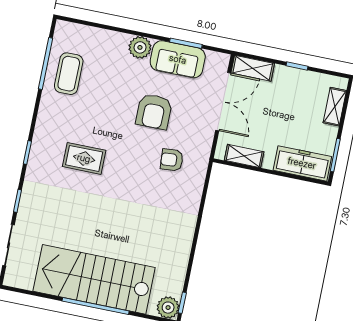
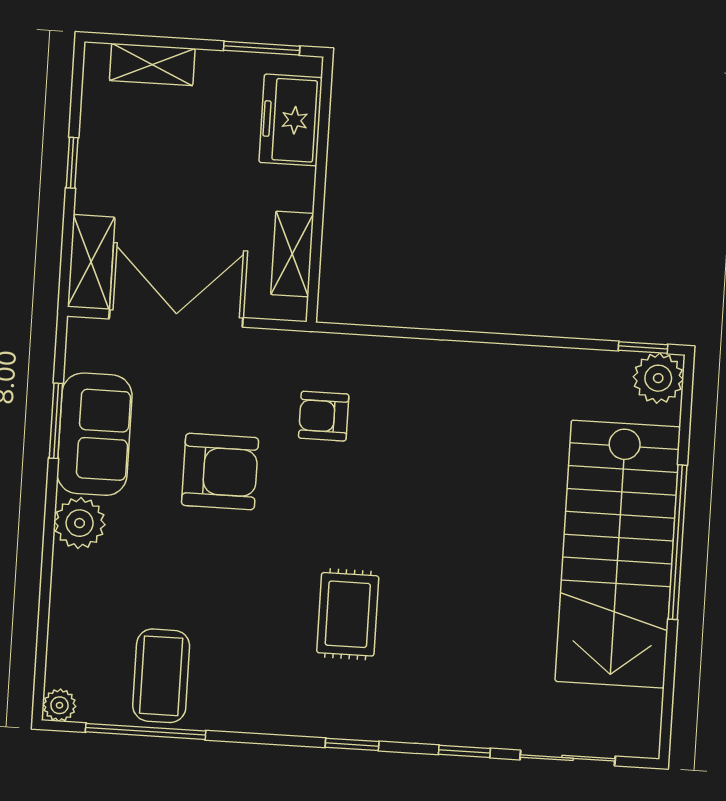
plant: (62, 28) -> (60, 705), added
coffee table: (69, 74) -> (161, 676), turned 90
armchair: (172, 160) -> (324, 416), turned 94
freezer: (302, 163) -> (291, 120), width x0.71

